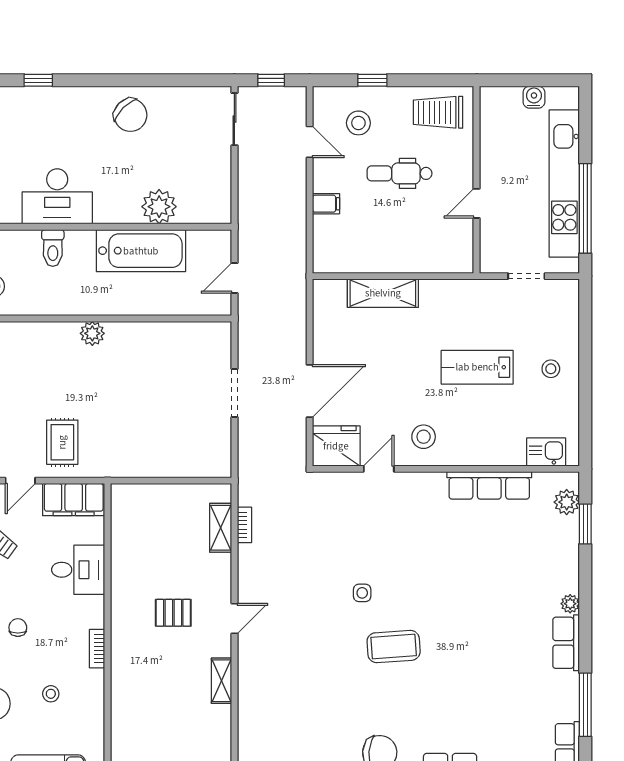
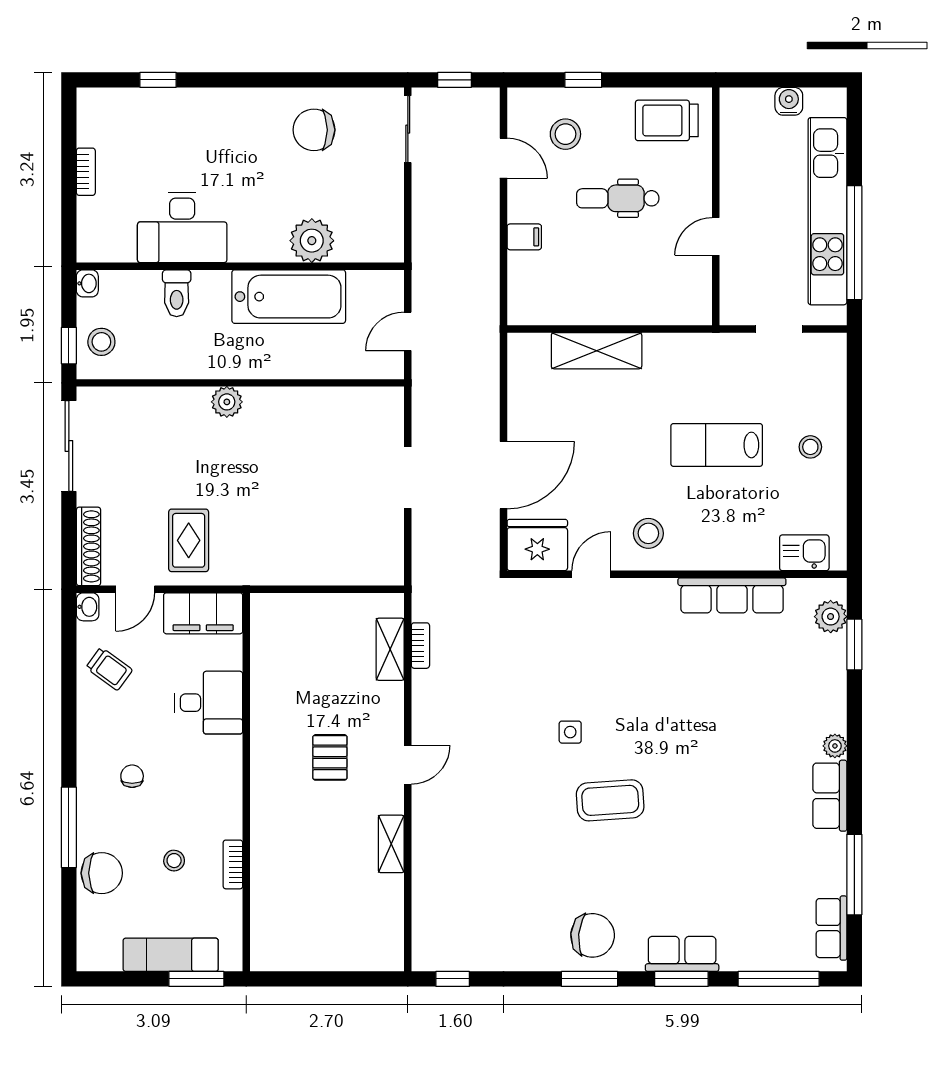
chair: (130, 115) -> (314, 130), moved, turned 135
pallet: (173, 613) -> (330, 757), turned 90
bookcase: (97, 649) -> (233, 864), moved

